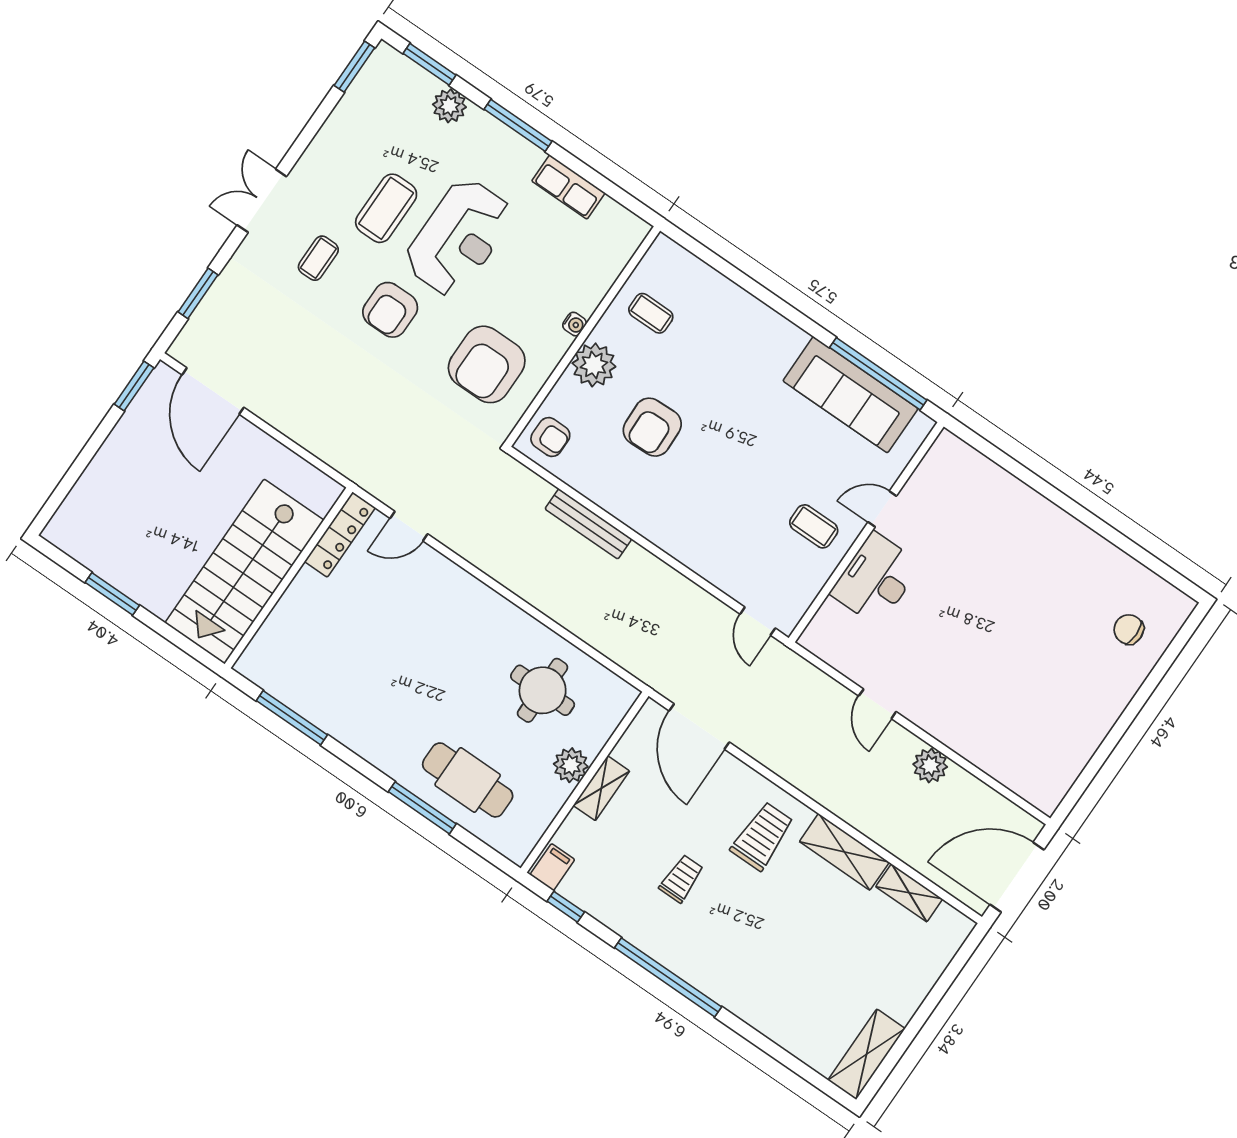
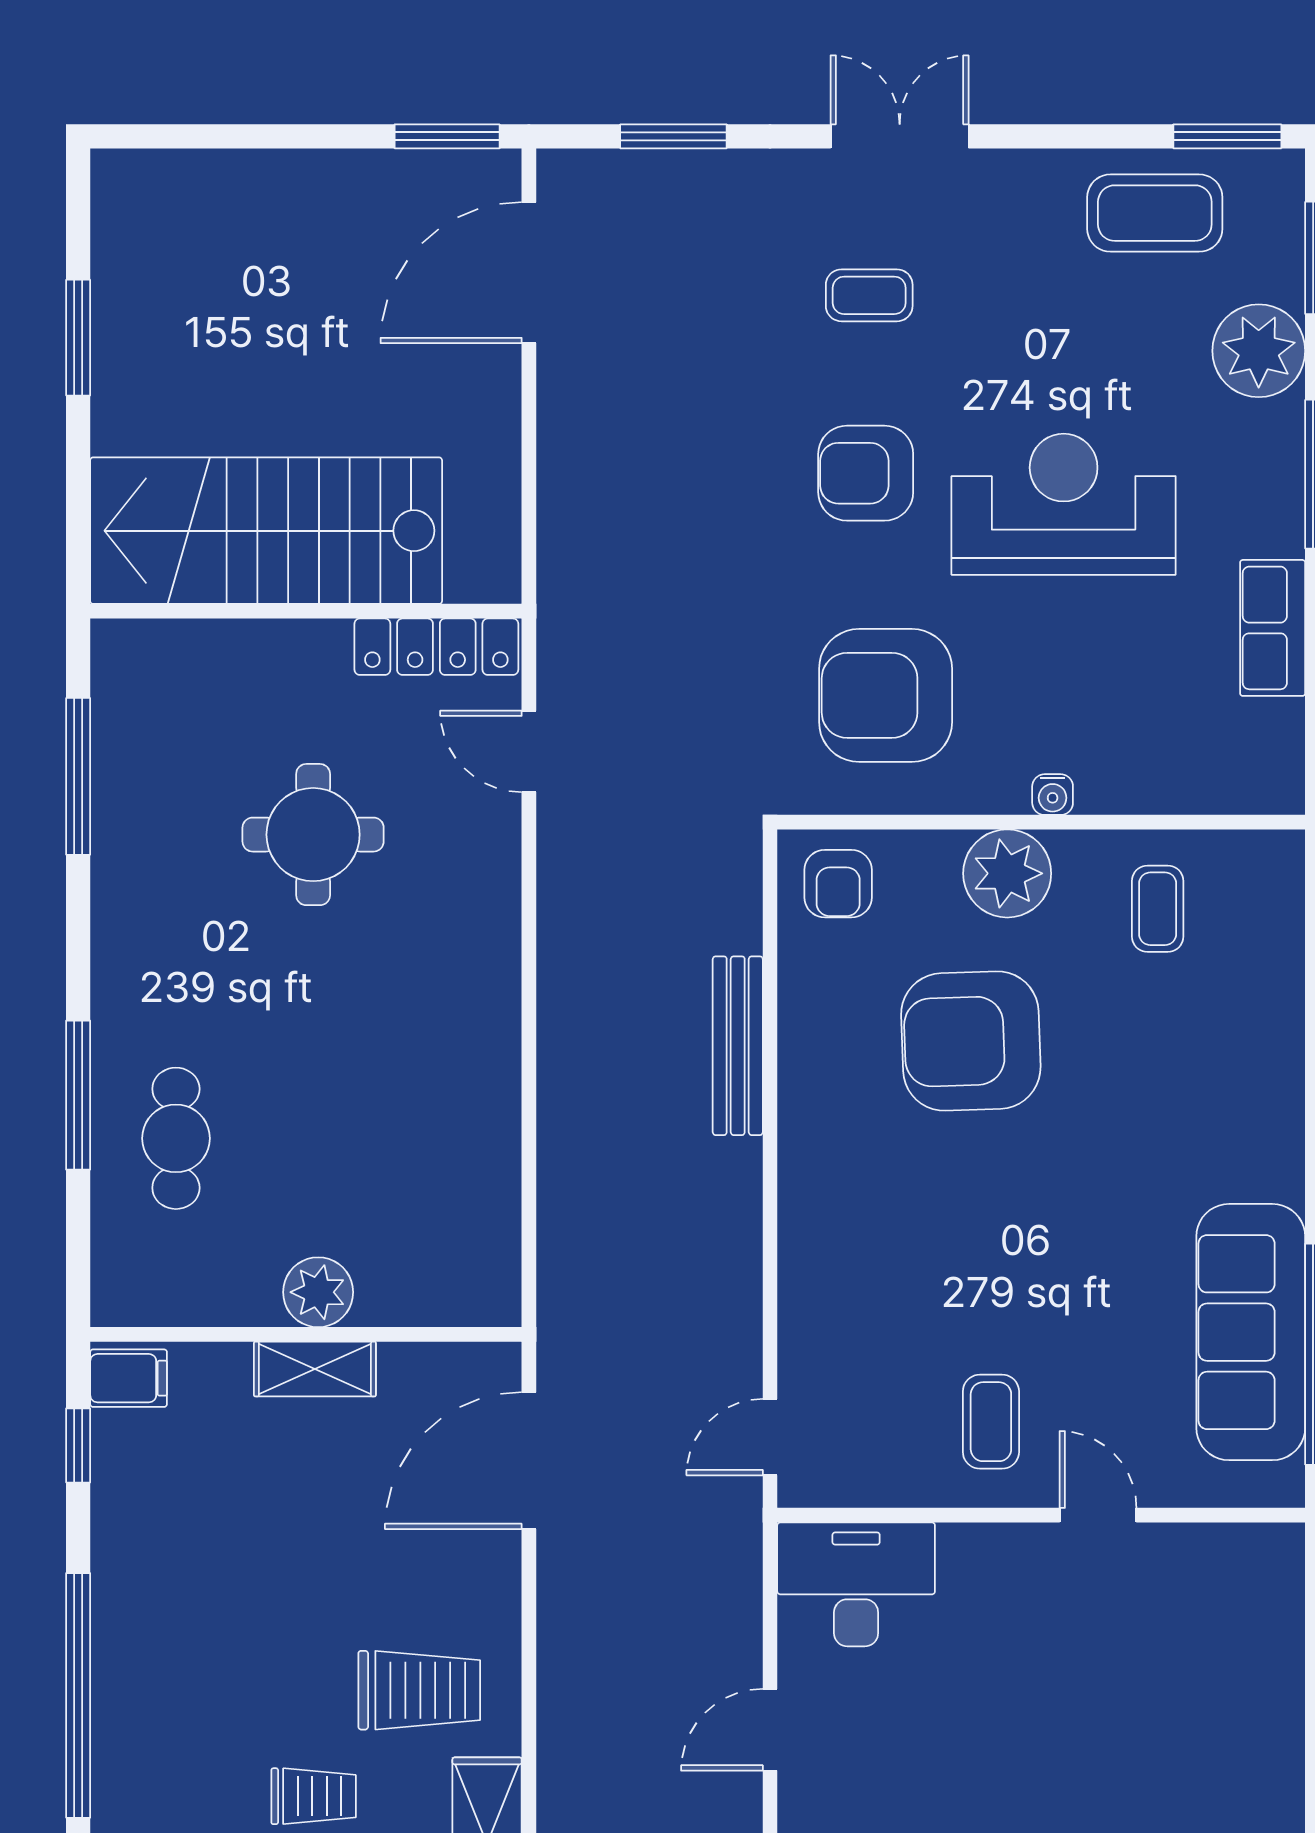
plant: (449, 106) -> (1259, 351), width x1.36, depth x1.36
coffee table: (386, 208) -> (1155, 213), moved
reception desk: (459, 238) -> (1064, 504), turned 180
armchair: (652, 427) -> (971, 1041), width x1.36, depth x1.36
desk: (876, 579) -> (856, 1584), moved
round table: (543, 690) -> (313, 835), moved
cafe table: (468, 780) -> (176, 1138), width x0.73, depth x0.74
trolley: (681, 879) -> (314, 1796), moved

